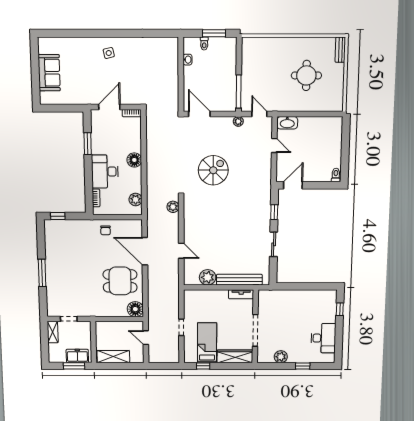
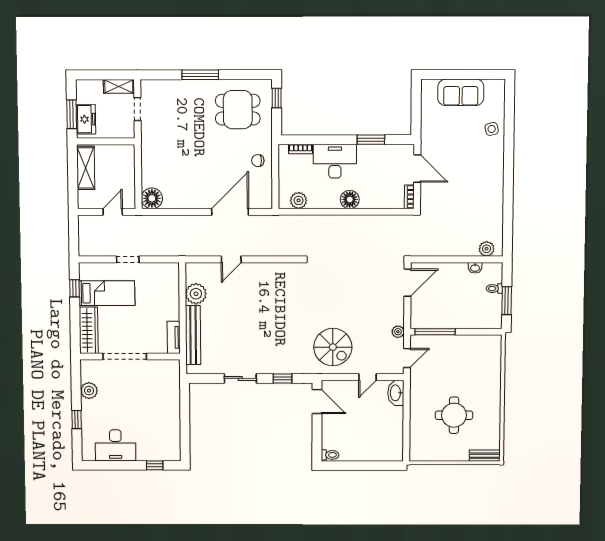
side table: (109, 53) -> (492, 129), moved
spiral stairs: (213, 170) -> (333, 347), moved
plant: (173, 207) -> (487, 249), moved
dining table: (120, 281) -> (238, 110), moved, turned 90

